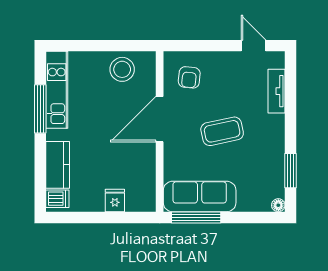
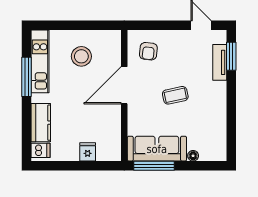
stool: (122, 69) -> (81, 56), moved
coffee table: (222, 131) -> (175, 95), width x0.73, depth x0.77
window: (290, 171) -> (231, 56), moved
floor lamp: (278, 205) -> (193, 156), moved

